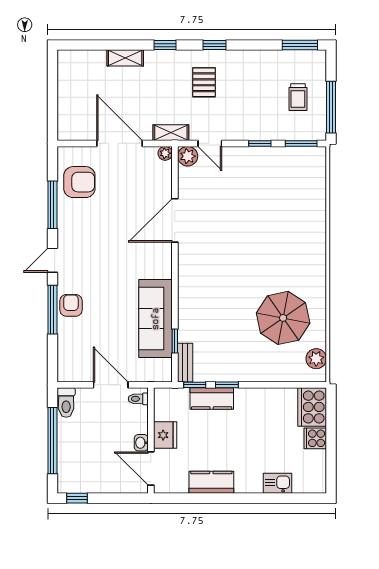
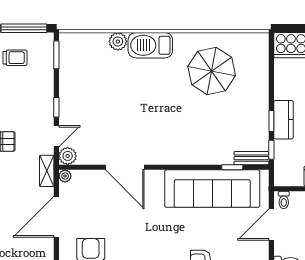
window: (260, 143) -> (56, 107), moved
barbecue: (312, 249) -> (150, 45), added
sofa: (156, 319) -> (212, 189), width x1.36, depth x1.27
plant: (316, 359) -> (118, 41), moved
kitchen counter: (212, 398) -> (283, 120), moved

